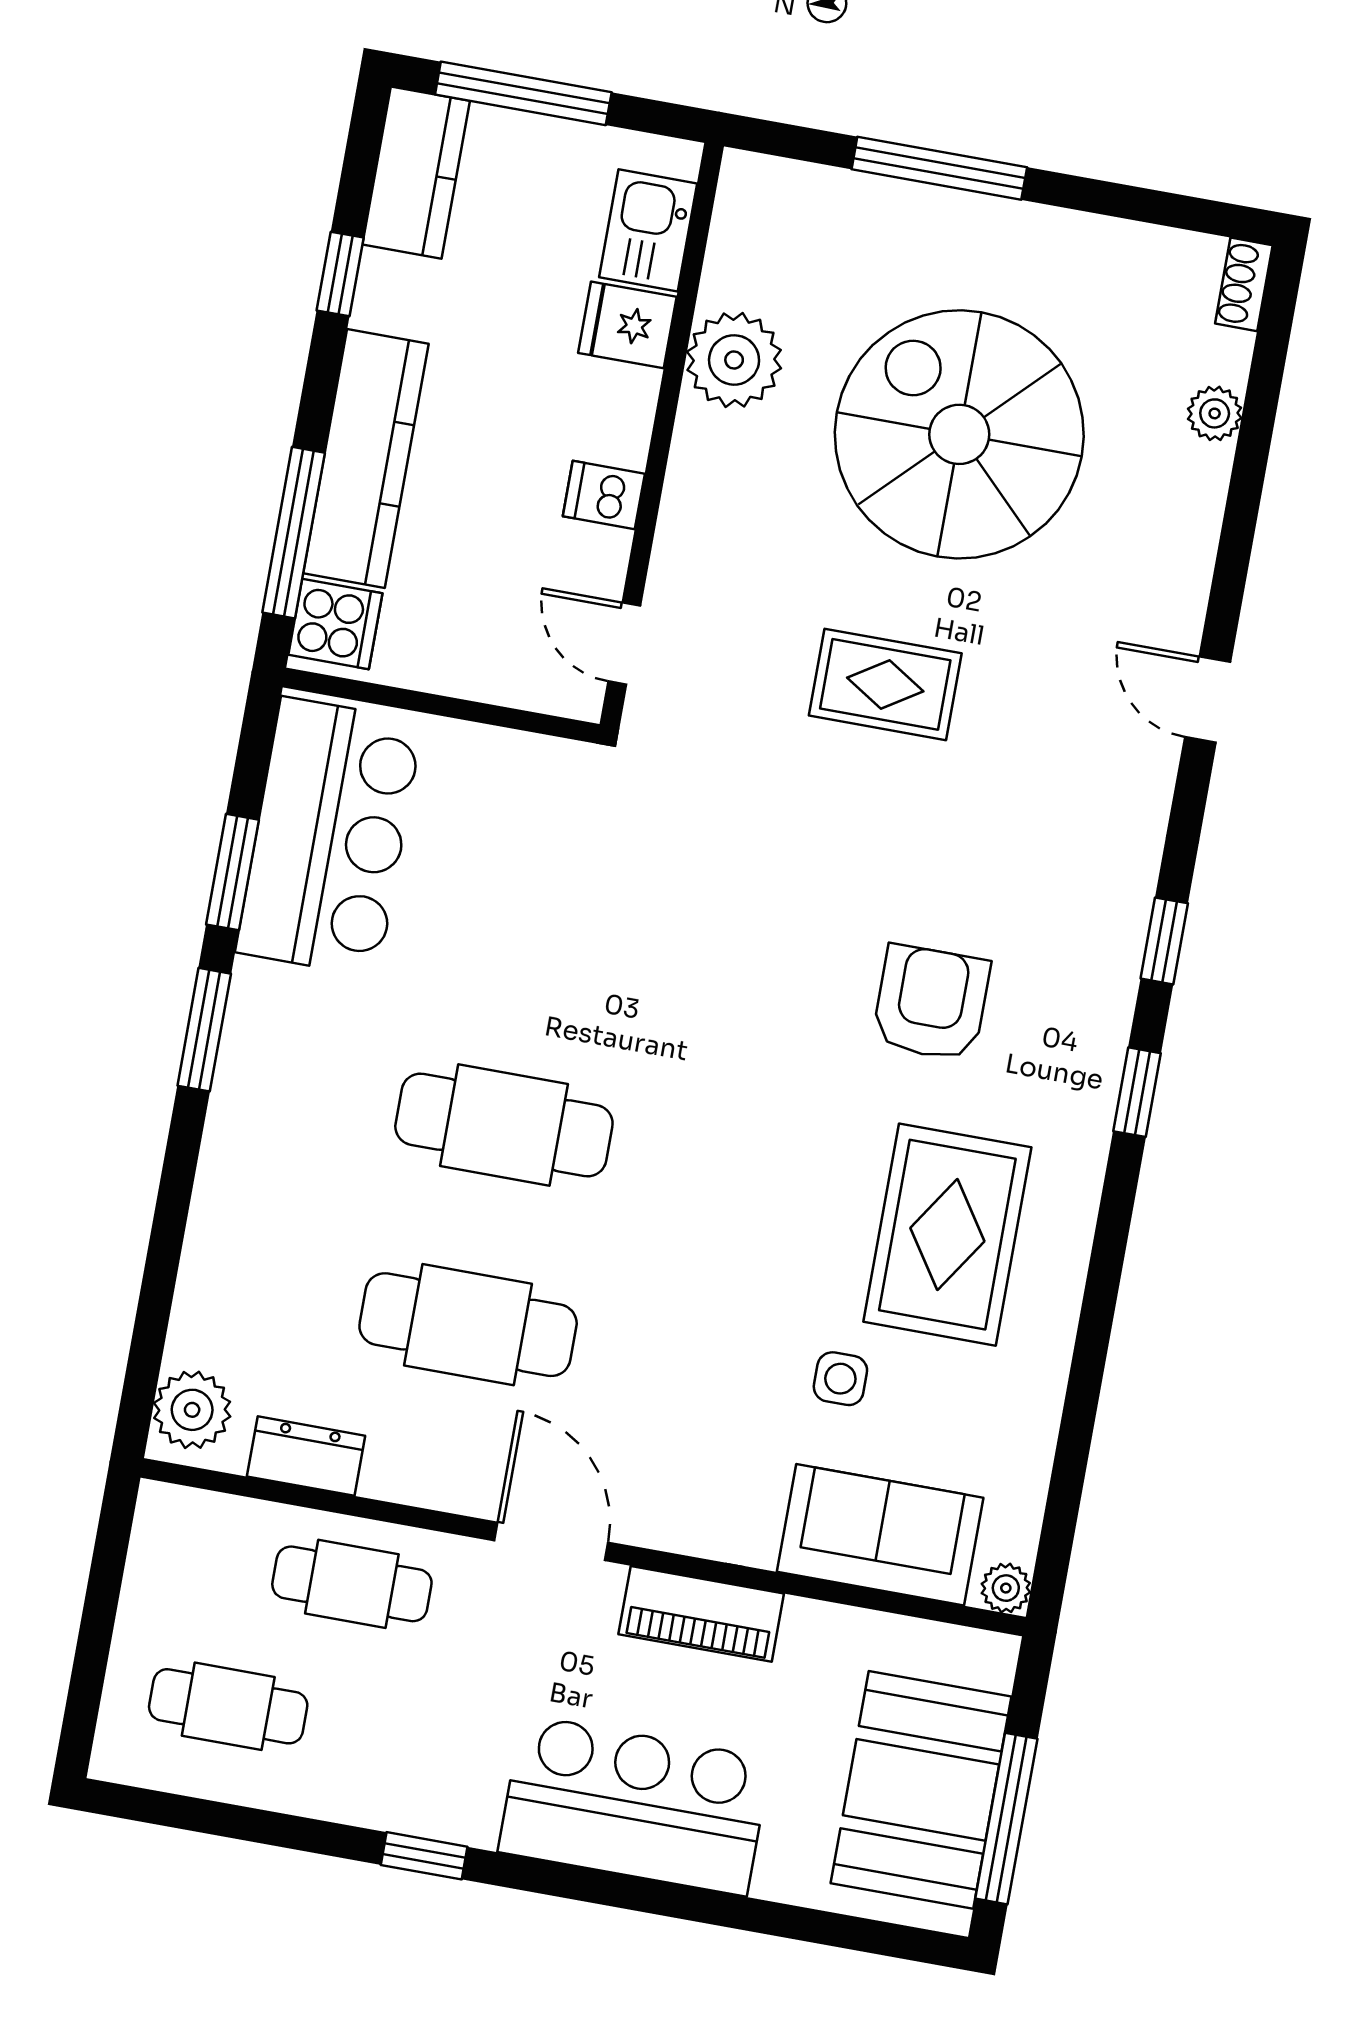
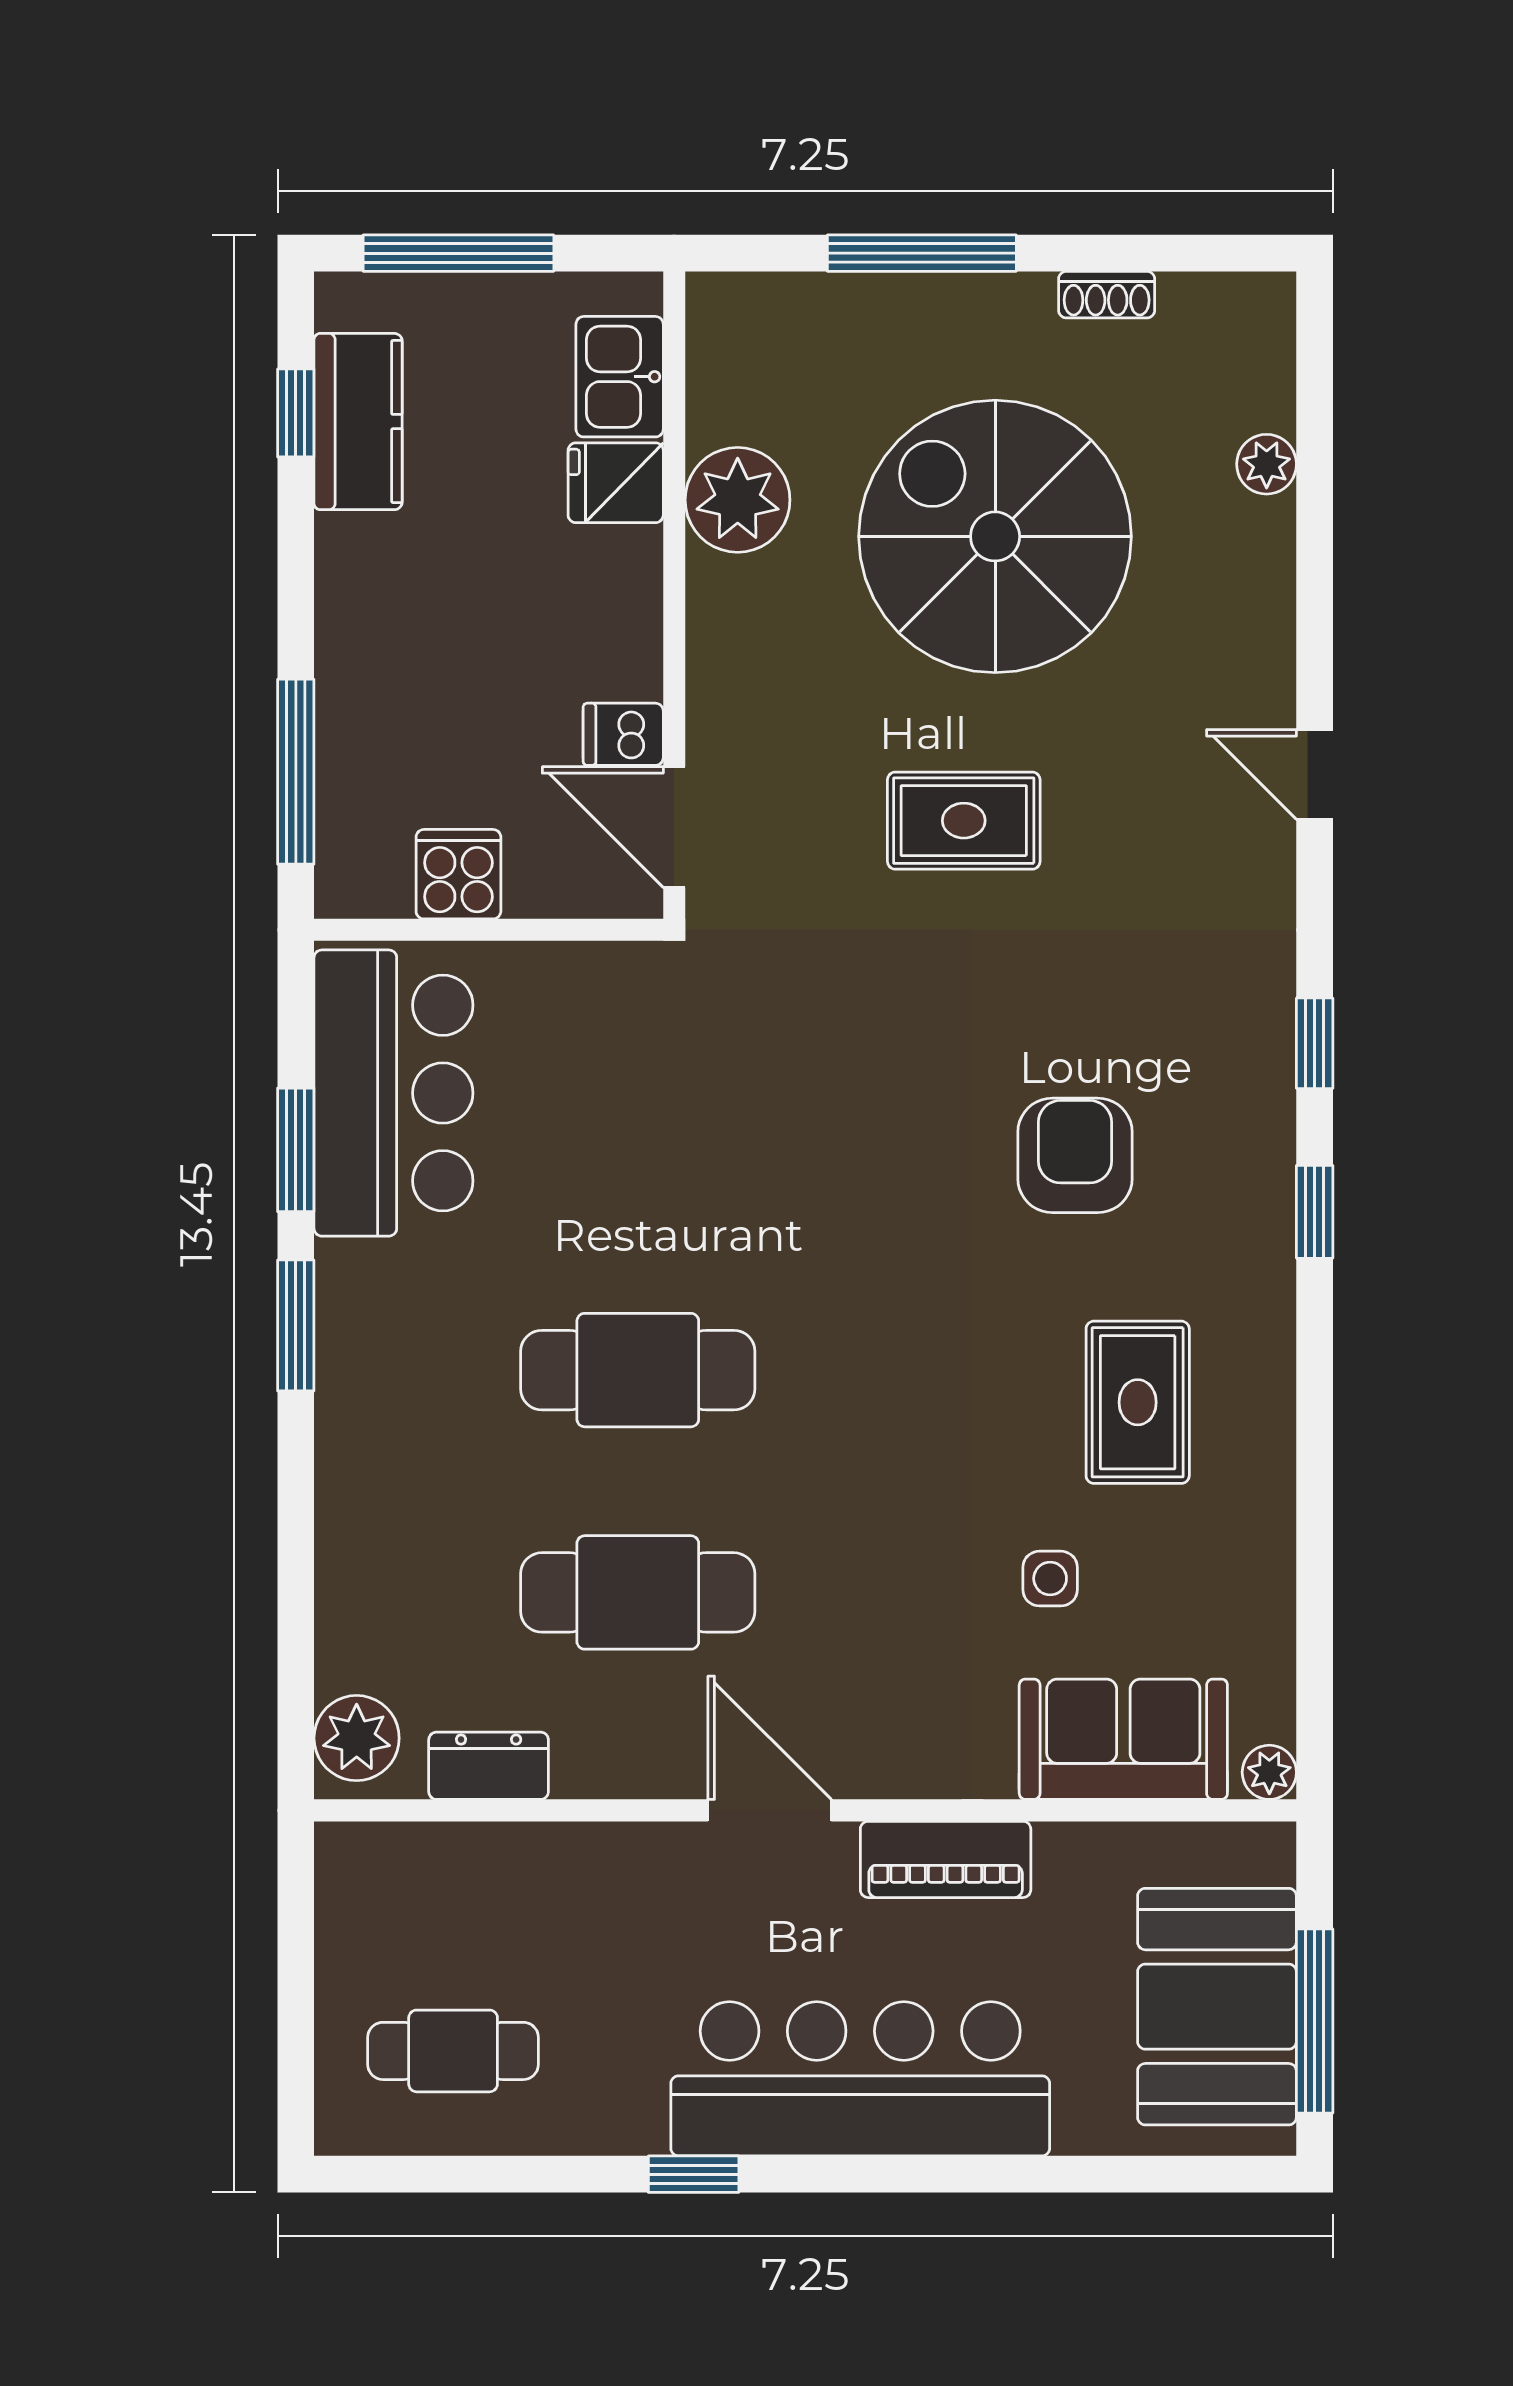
kitchen counter: (416, 173) -> (358, 422), moved
window: (340, 274) -> (296, 413), moved
shoe rack: (1244, 284) -> (1107, 295), moved, turned -90
kitchen counter: (366, 459) -> (359, 678), removed
dishwasher: (604, 495) -> (623, 734), moved
cooker: (335, 624) -> (458, 874), moved, turned -90
door: (624, 644) -> (674, 827), width x1.38
rug: (947, 1235) -> (1138, 1402), width x0.73, depth x0.70
cafe table: (352, 1584) -> (563, 1895), removed
bar counter: (634, 1805) -> (860, 2079), width x1.36

